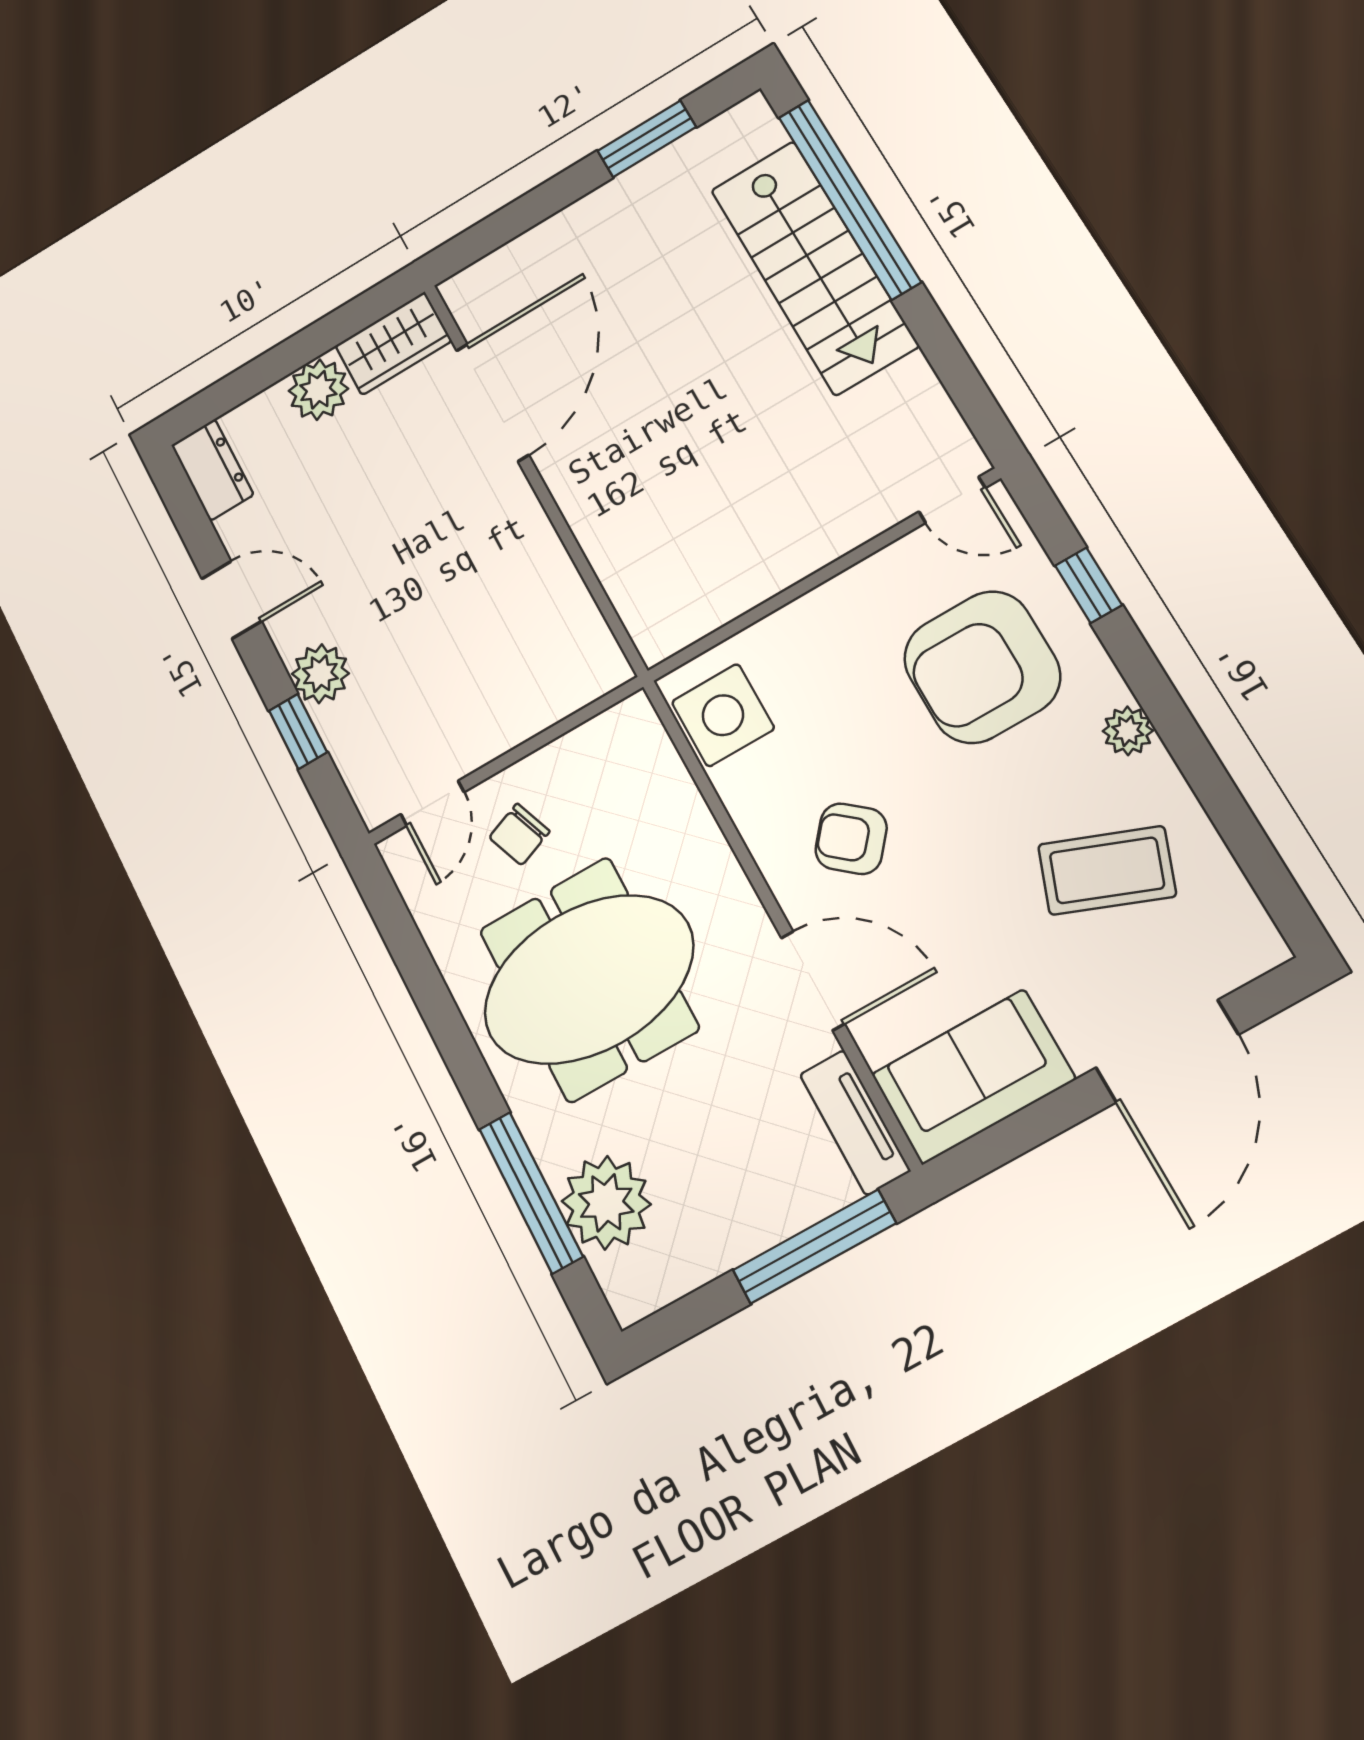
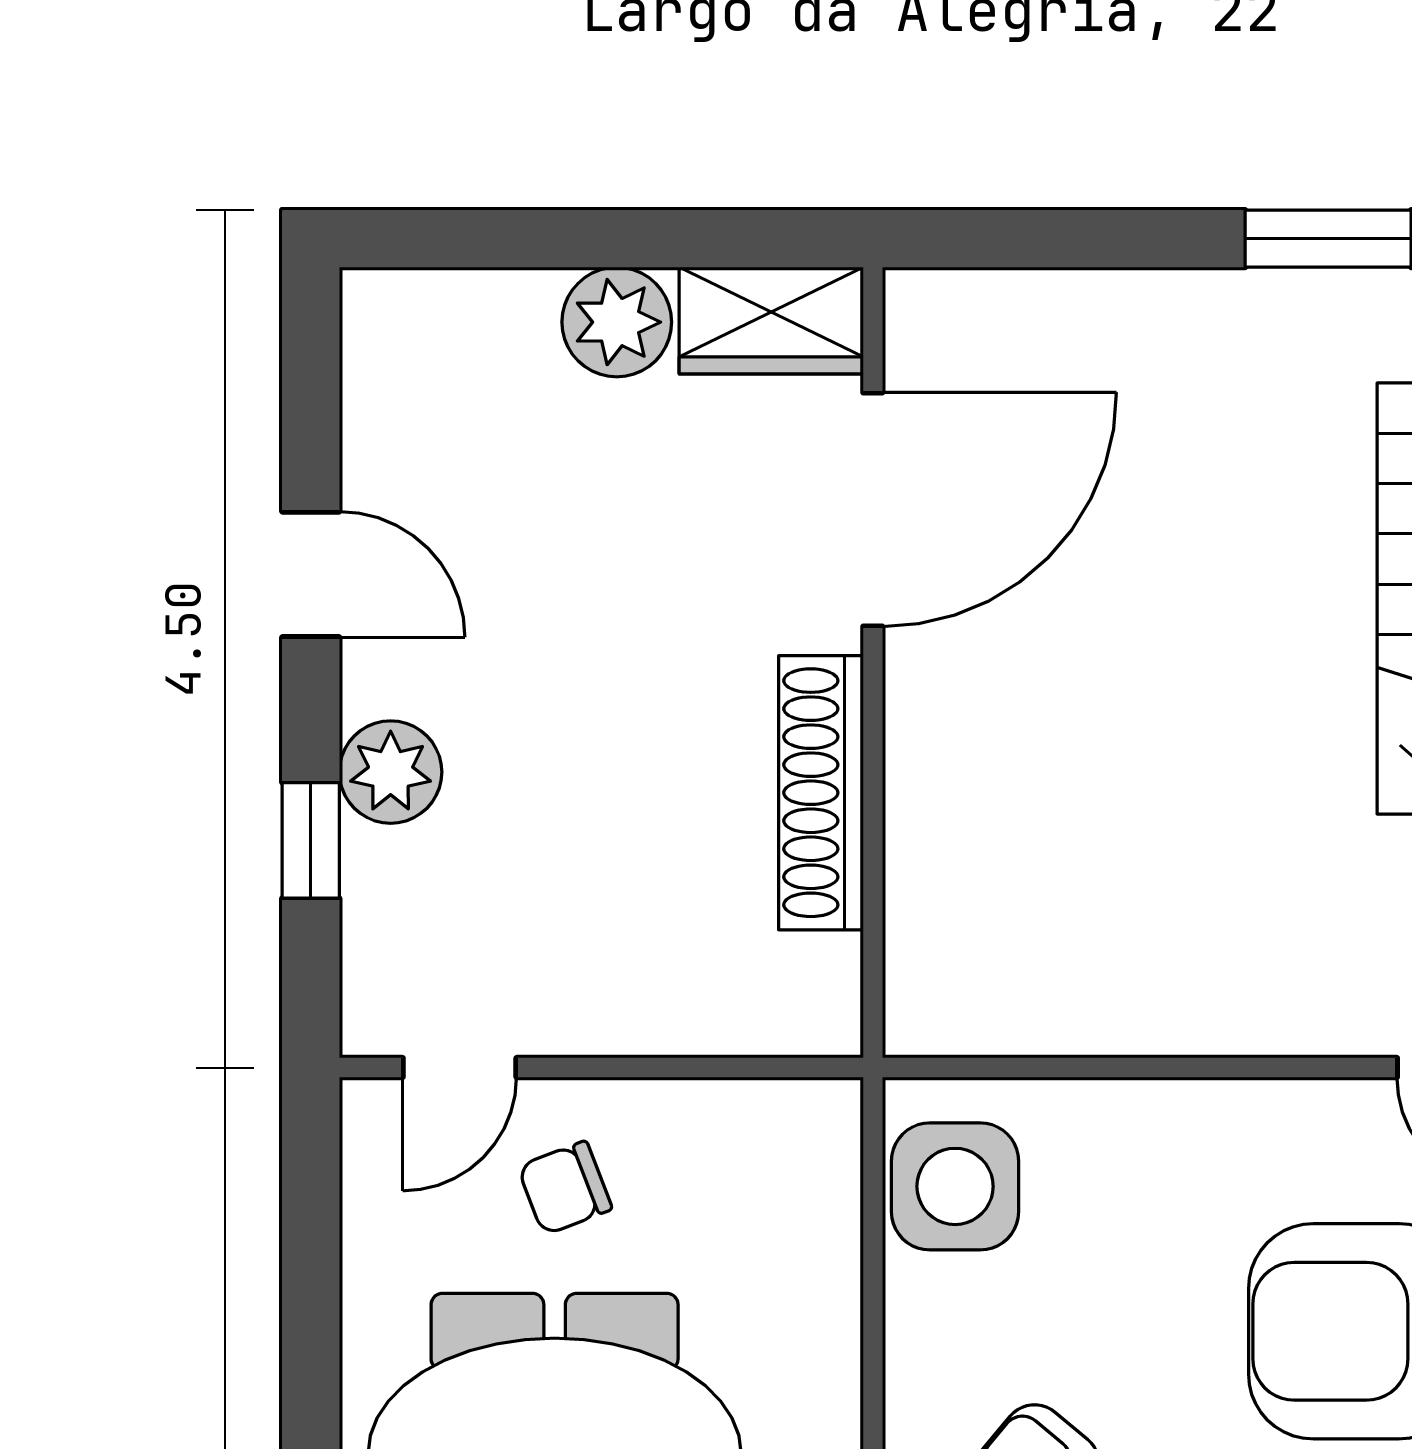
dresser: (212, 470) -> (385, 348), removed
shoe rack: (542, 556) -> (821, 793), added

